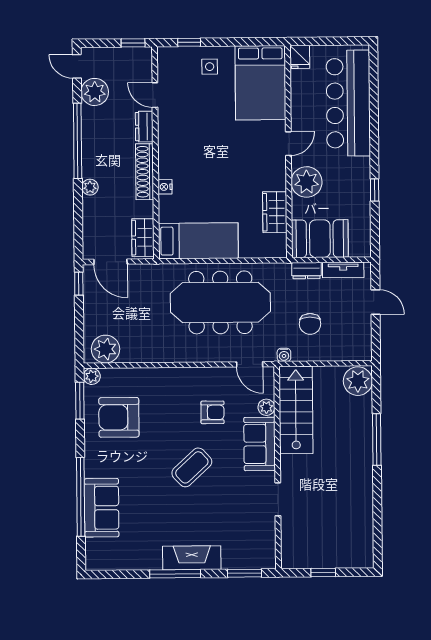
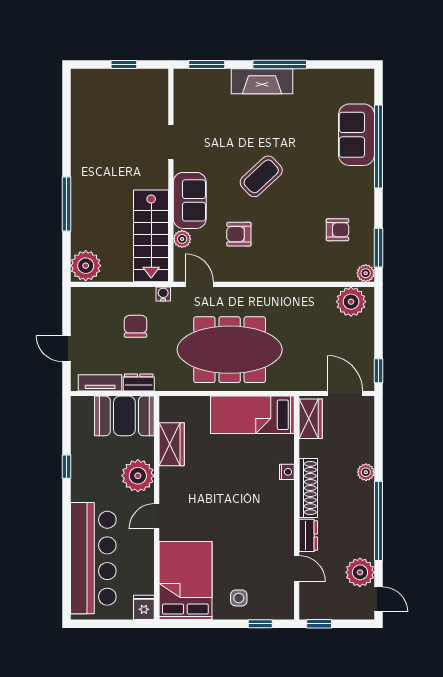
armchair: (119, 417) -> (337, 230), width x0.53, depth x0.53

